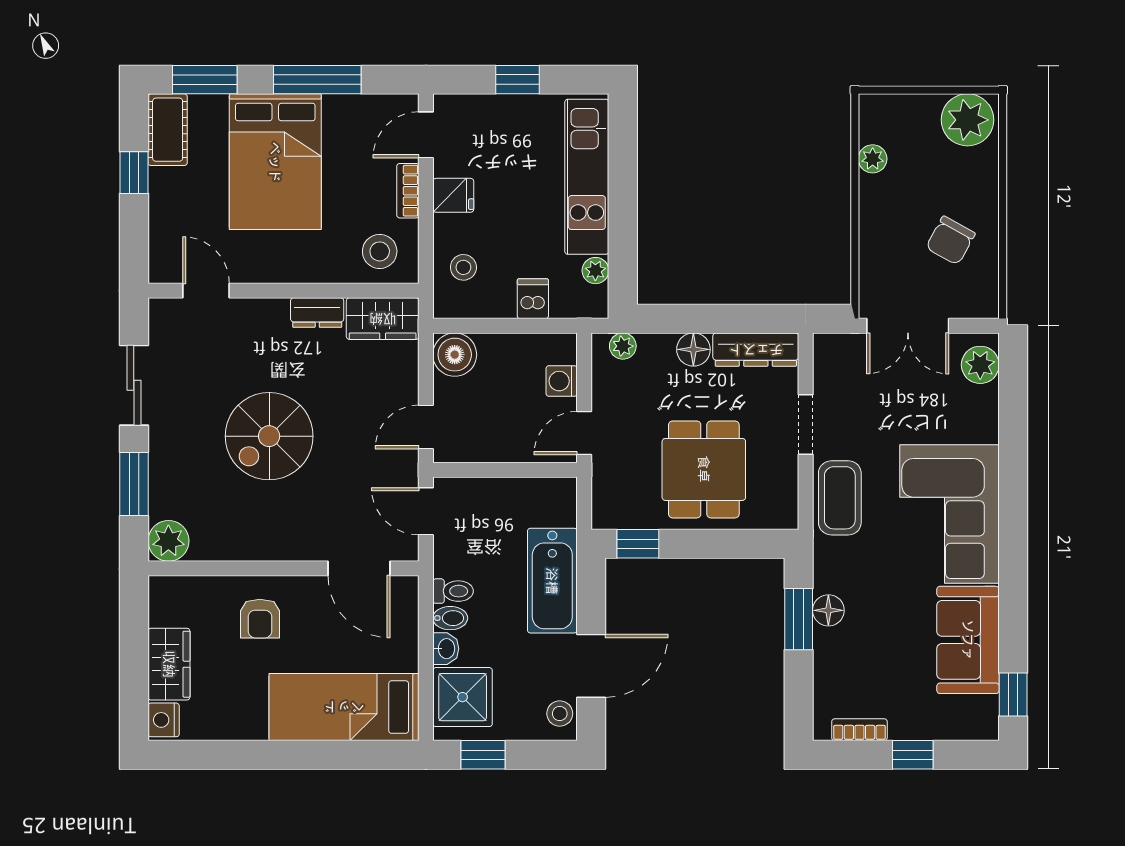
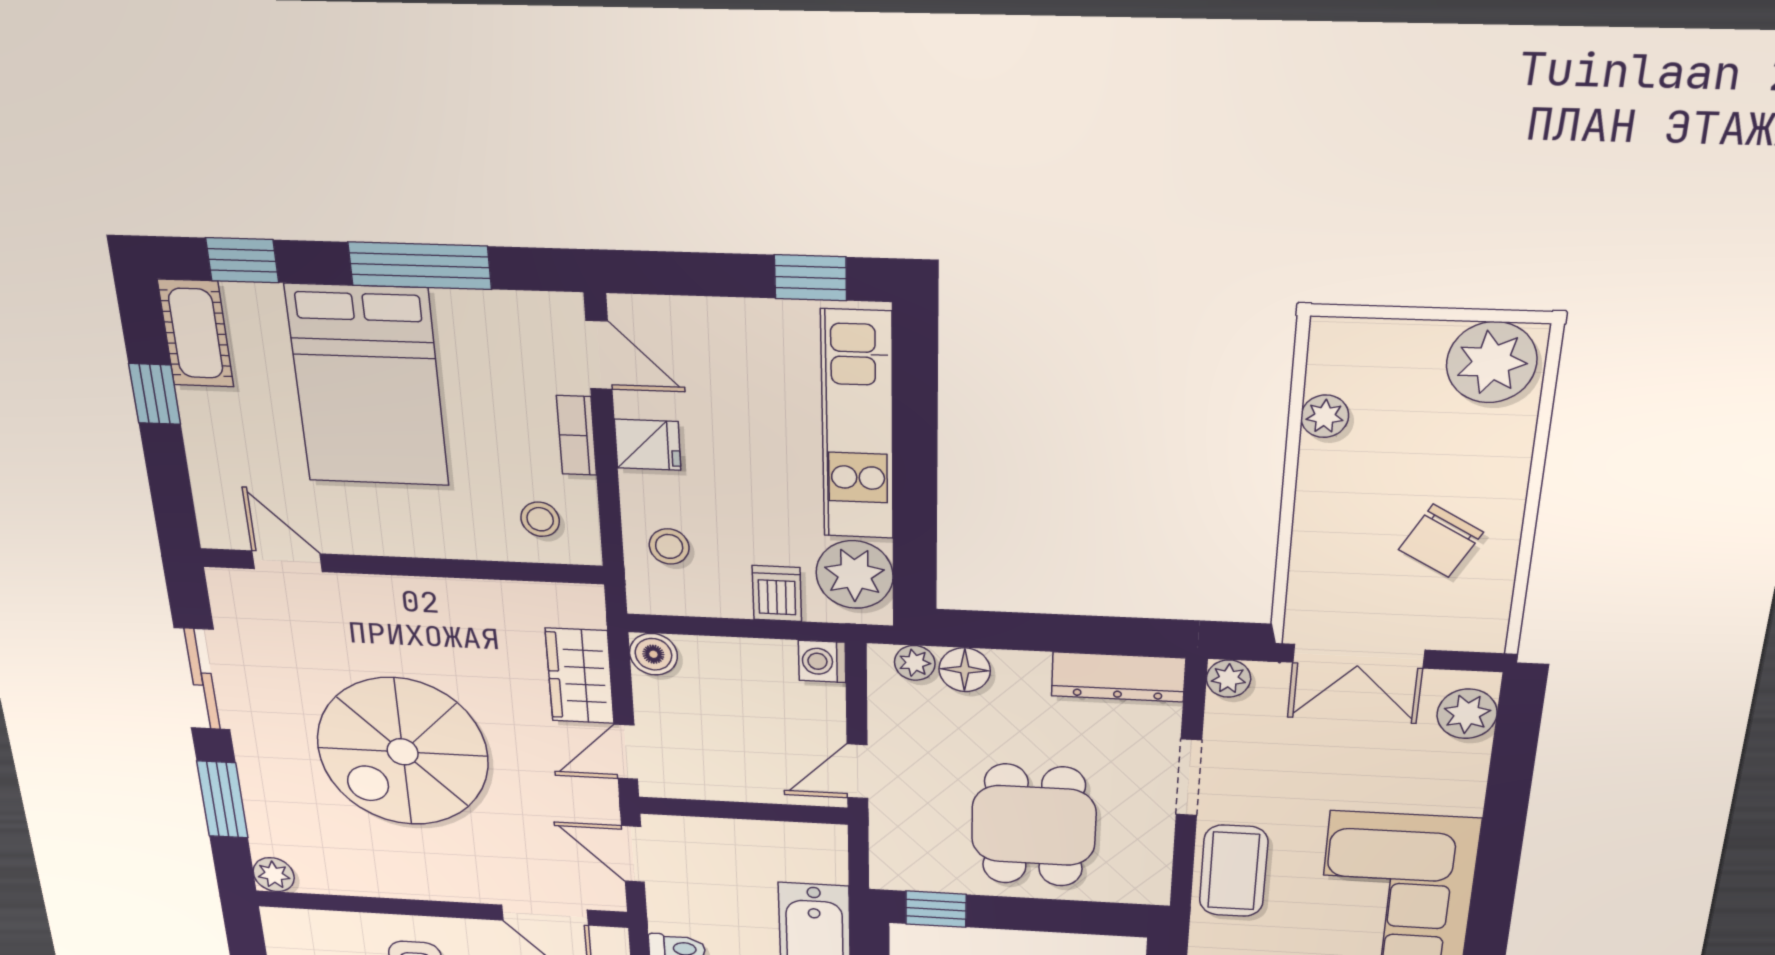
window: (205, 80) -> (242, 260), width x0.67
window: (517, 80) -> (810, 278), moved
door: (426, 135) -> (599, 355), swing flipped
stool: (380, 251) -> (540, 519), width x0.73, depth x0.73
plant: (595, 271) -> (855, 575), width x1.88, depth x1.88
dresser: (317, 313) -> (454, 598), removed
wardrobe: (383, 319) -> (580, 676), moved, turned 90
plant: (827, 347) -> (1229, 679), added
floor lamp: (693, 349) -> (965, 670), moved
boiler: (455, 355) -> (653, 654), width x0.73, depth x0.73
washing machine: (562, 381) -> (822, 661), moved
spiral stairs: (269, 436) -> (403, 752), width x1.37, depth x1.37
plant: (168, 541) -> (274, 875), width x0.73, depth x0.73

